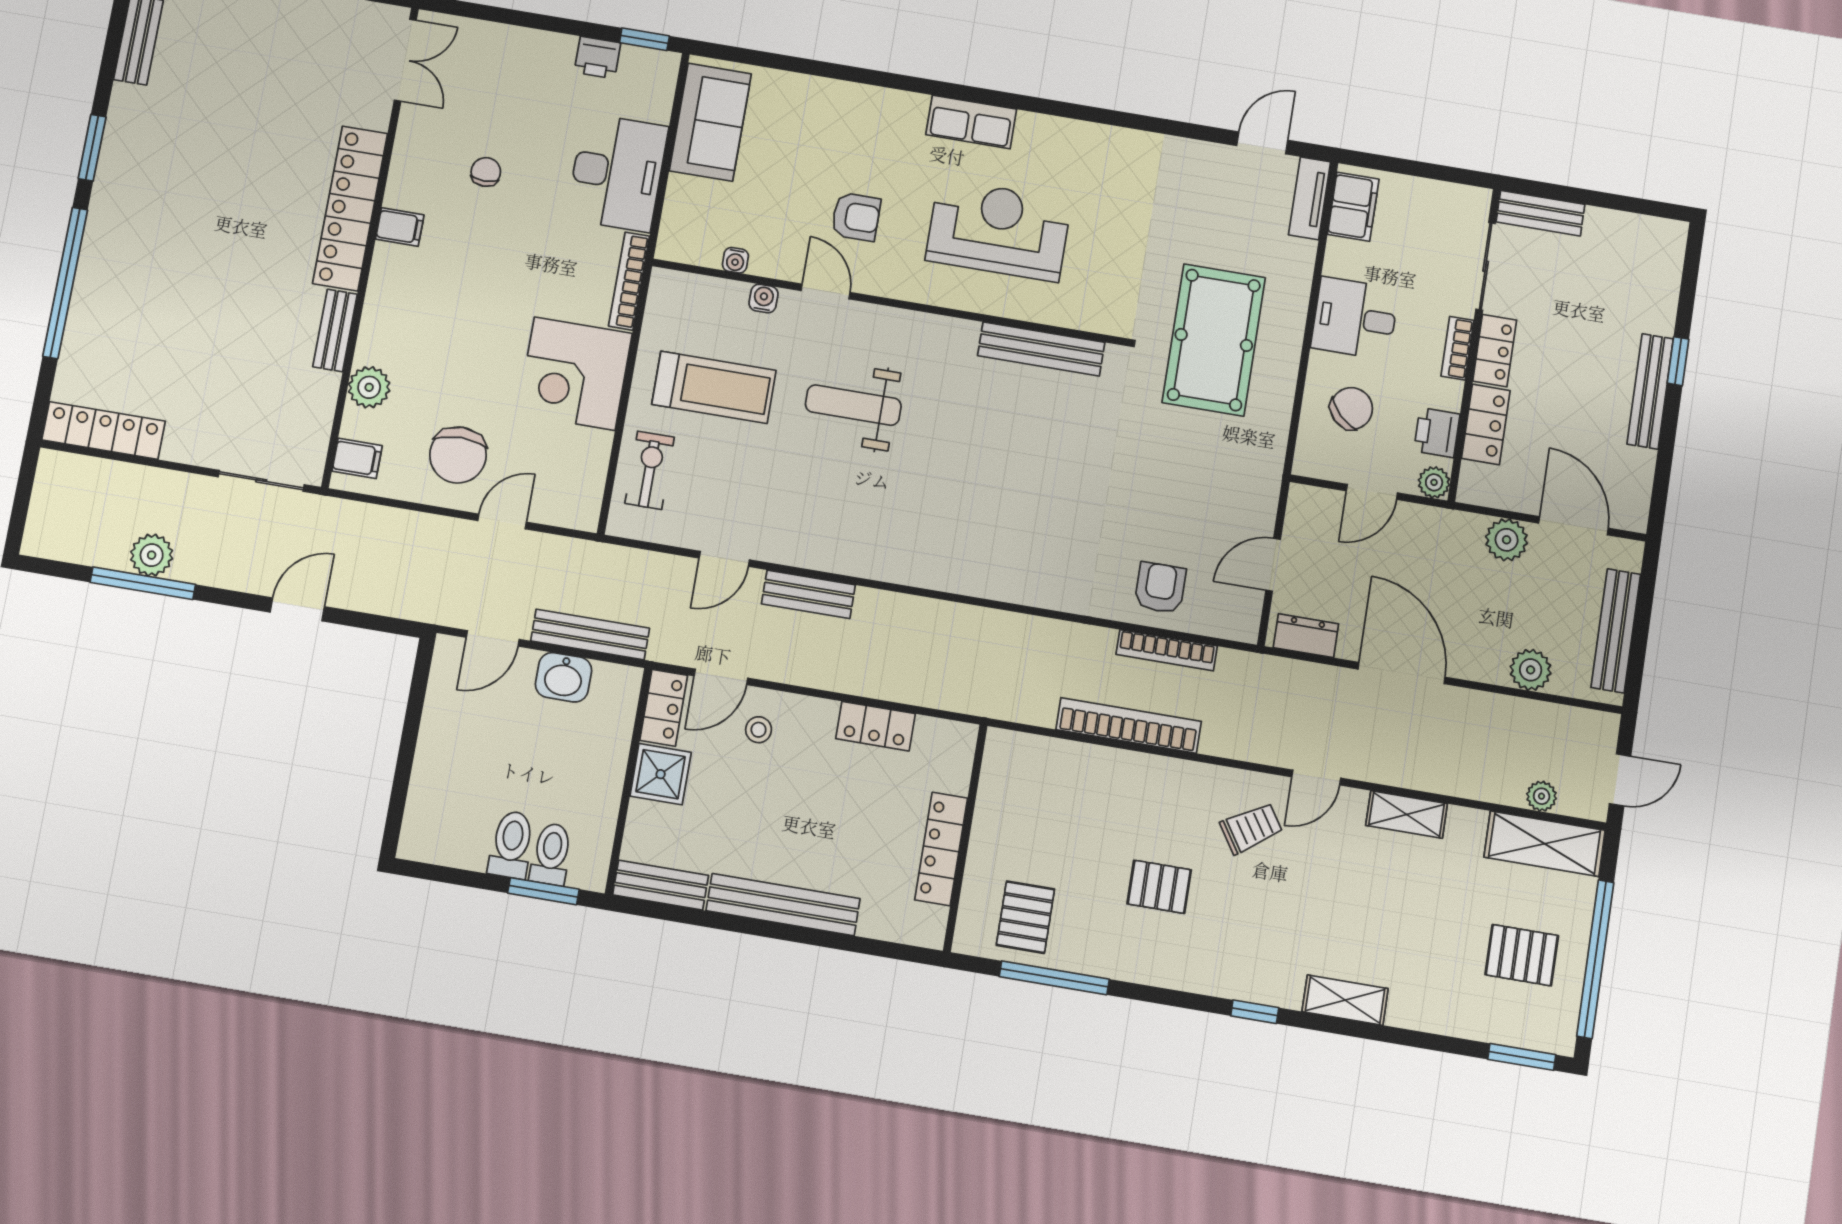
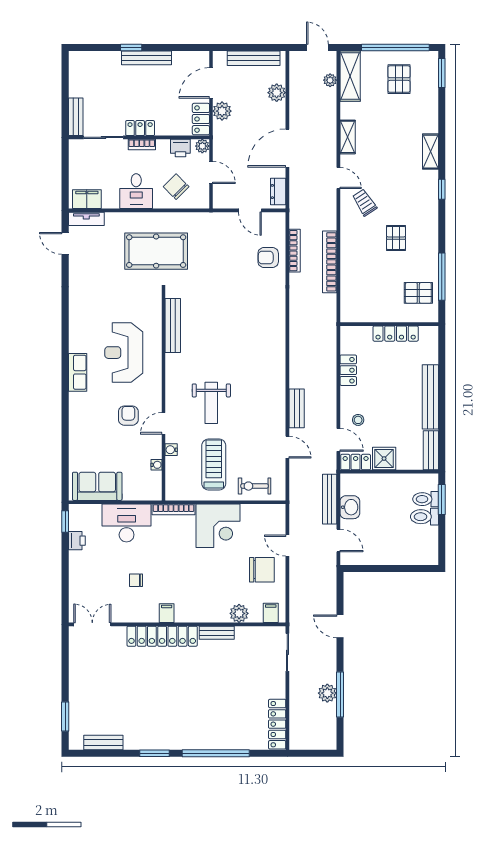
locker: (1486, 424) -> (201, 119), moved, turned -90

